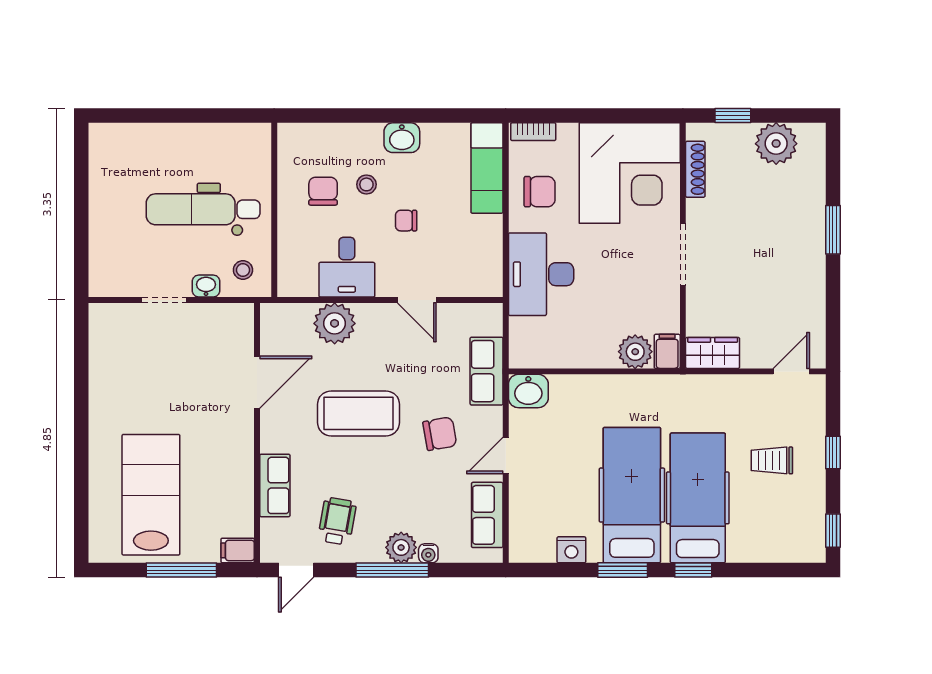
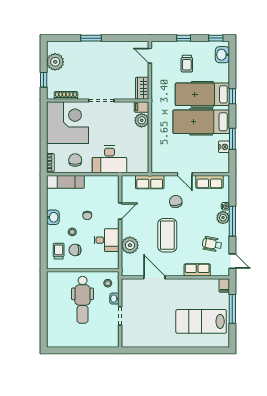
trolley: (320, 152) -> (59, 251), added
washbasin: (528, 391) -> (222, 55), moved, turned 180
window: (623, 570) -> (232, 139), moved

